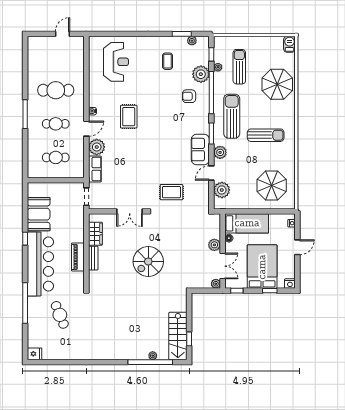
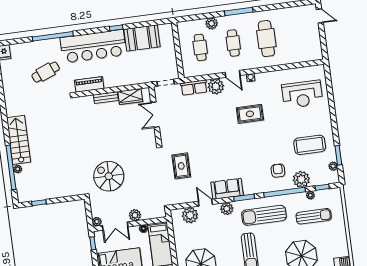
door: (63, 34) -> (320, 16), moved
coffee table: (168, 61) -> (310, 145), width x1.86, depth x1.72
sun lounger: (232, 116) -> (264, 215), turned 180
plant: (33, 143) -> (212, 23), added
double door: (130, 211) -> (155, 115), moved
piano: (78, 257) -> (89, 84), moved
spiral stairs: (148, 262) -> (109, 176), moved
stairs: (178, 336) -> (19, 140), moved, turned 90

